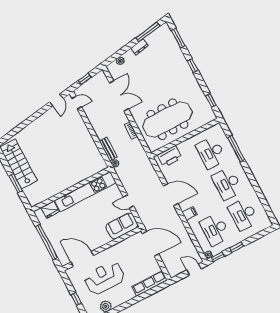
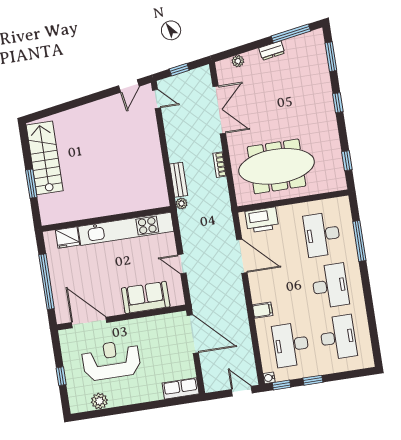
desk: (227, 184) -> (330, 286), turned 180
door: (171, 195) -> (242, 256), moved
desk: (243, 214) -> (338, 337), turned 180
sofa: (122, 226) -> (146, 297), moved
row of seats: (150, 283) -> (181, 388), width x0.68

